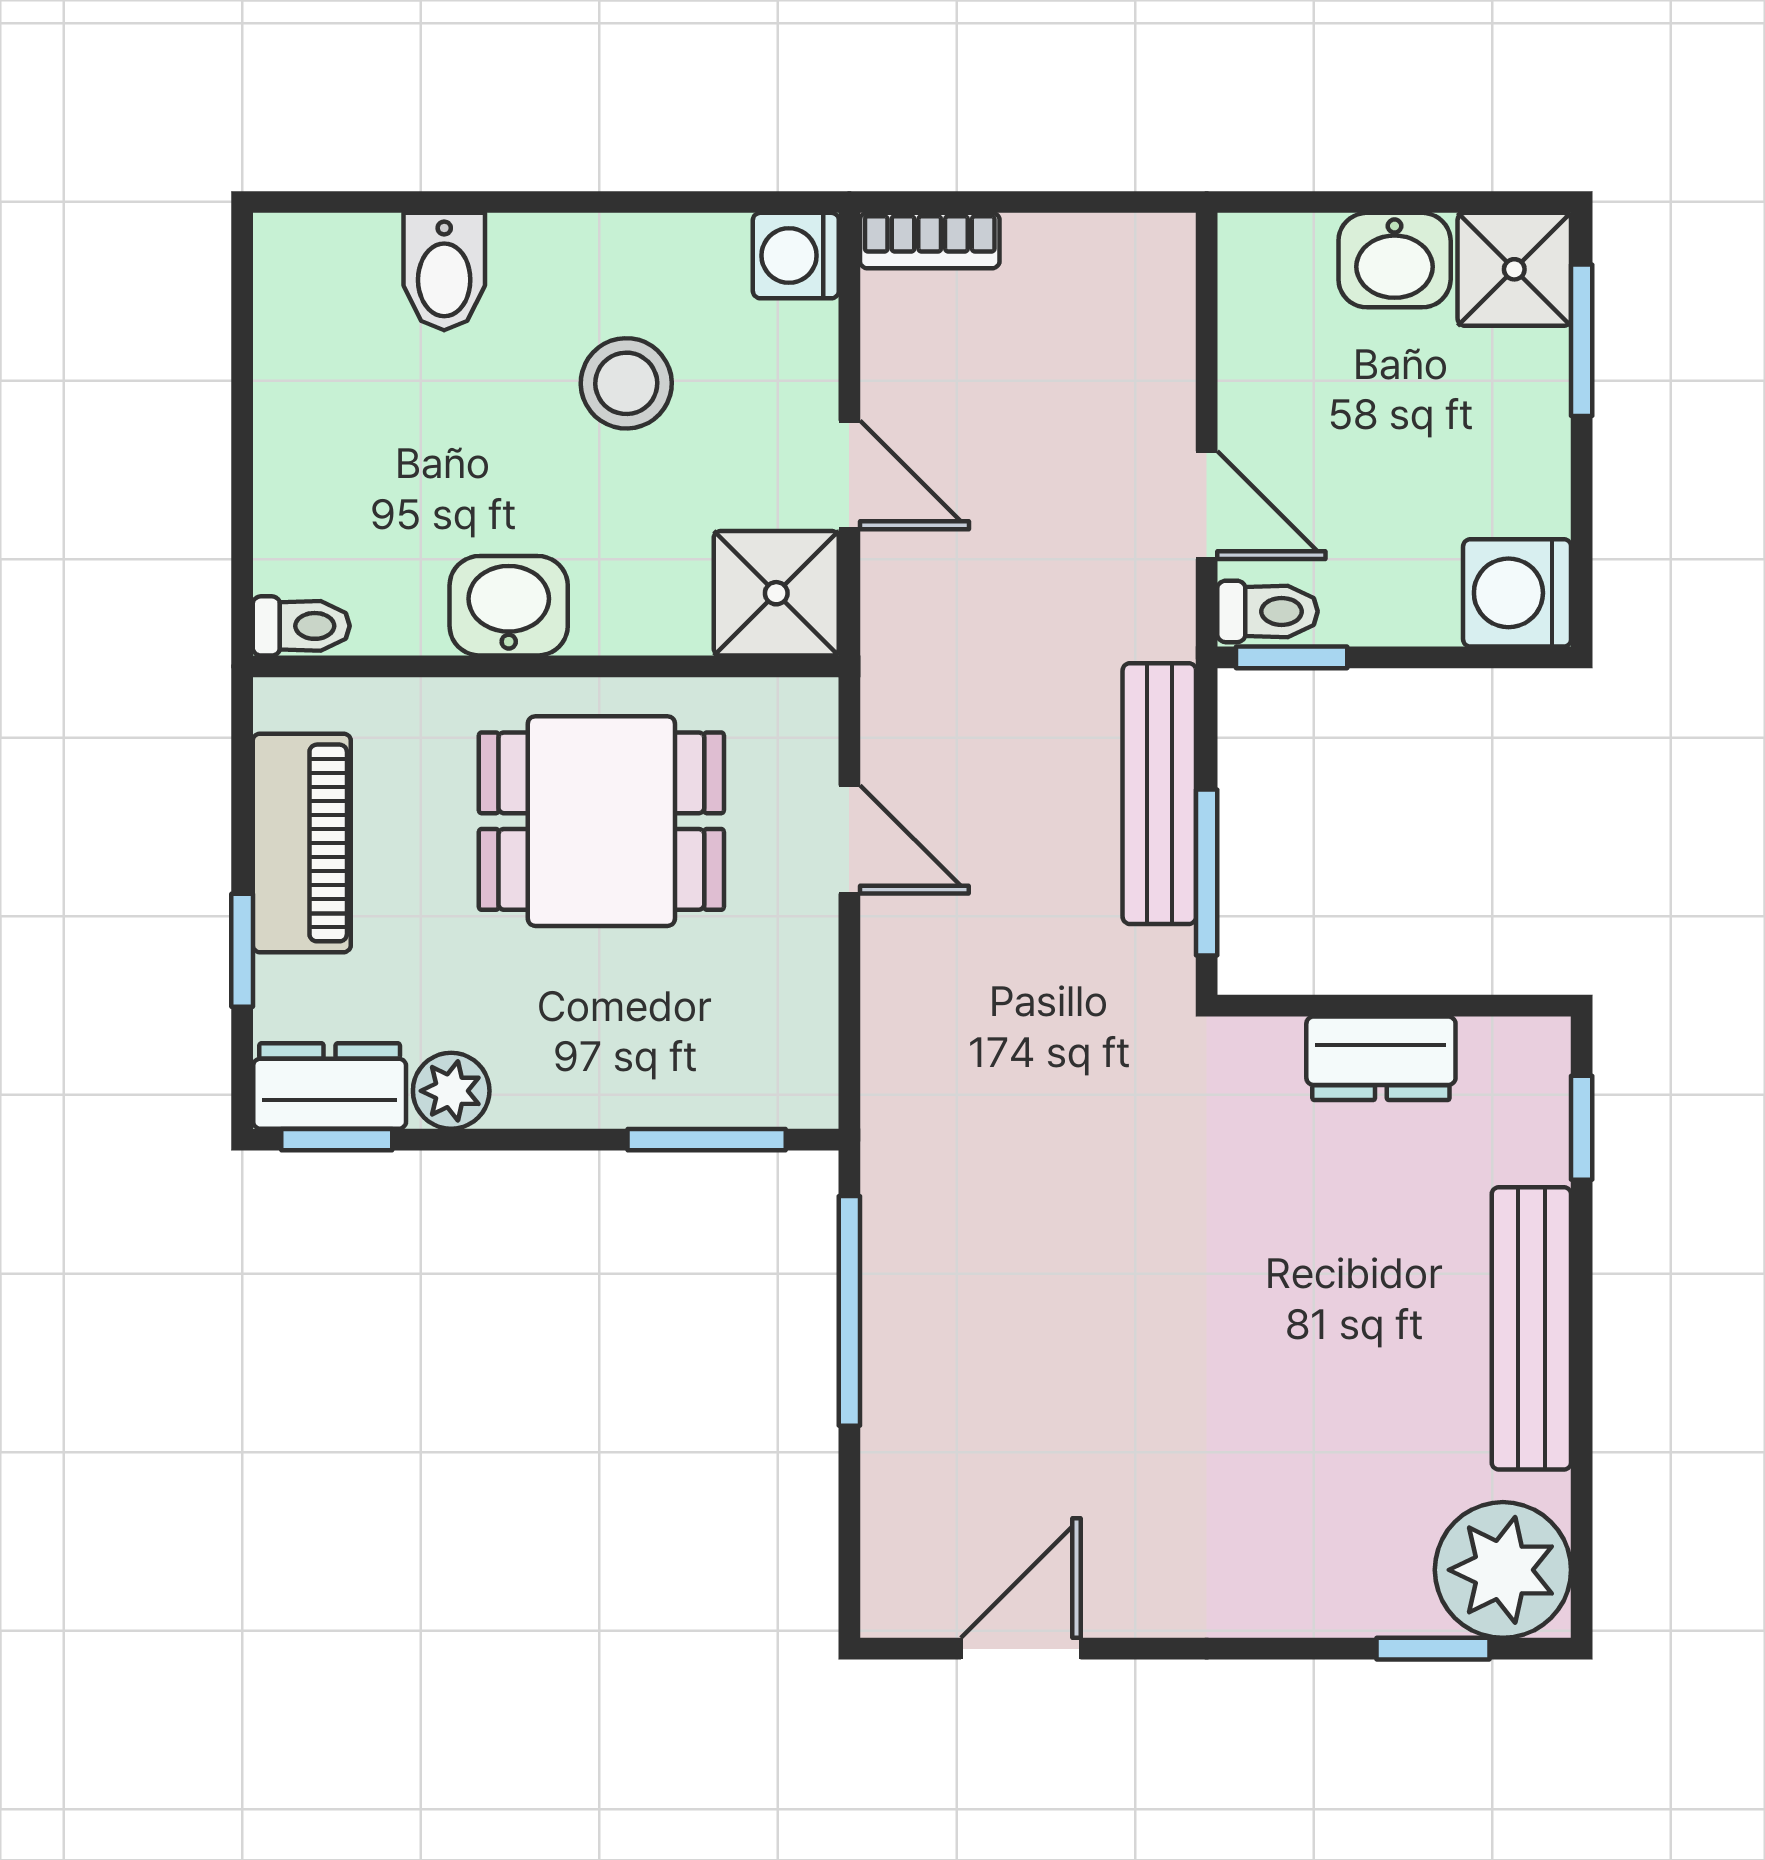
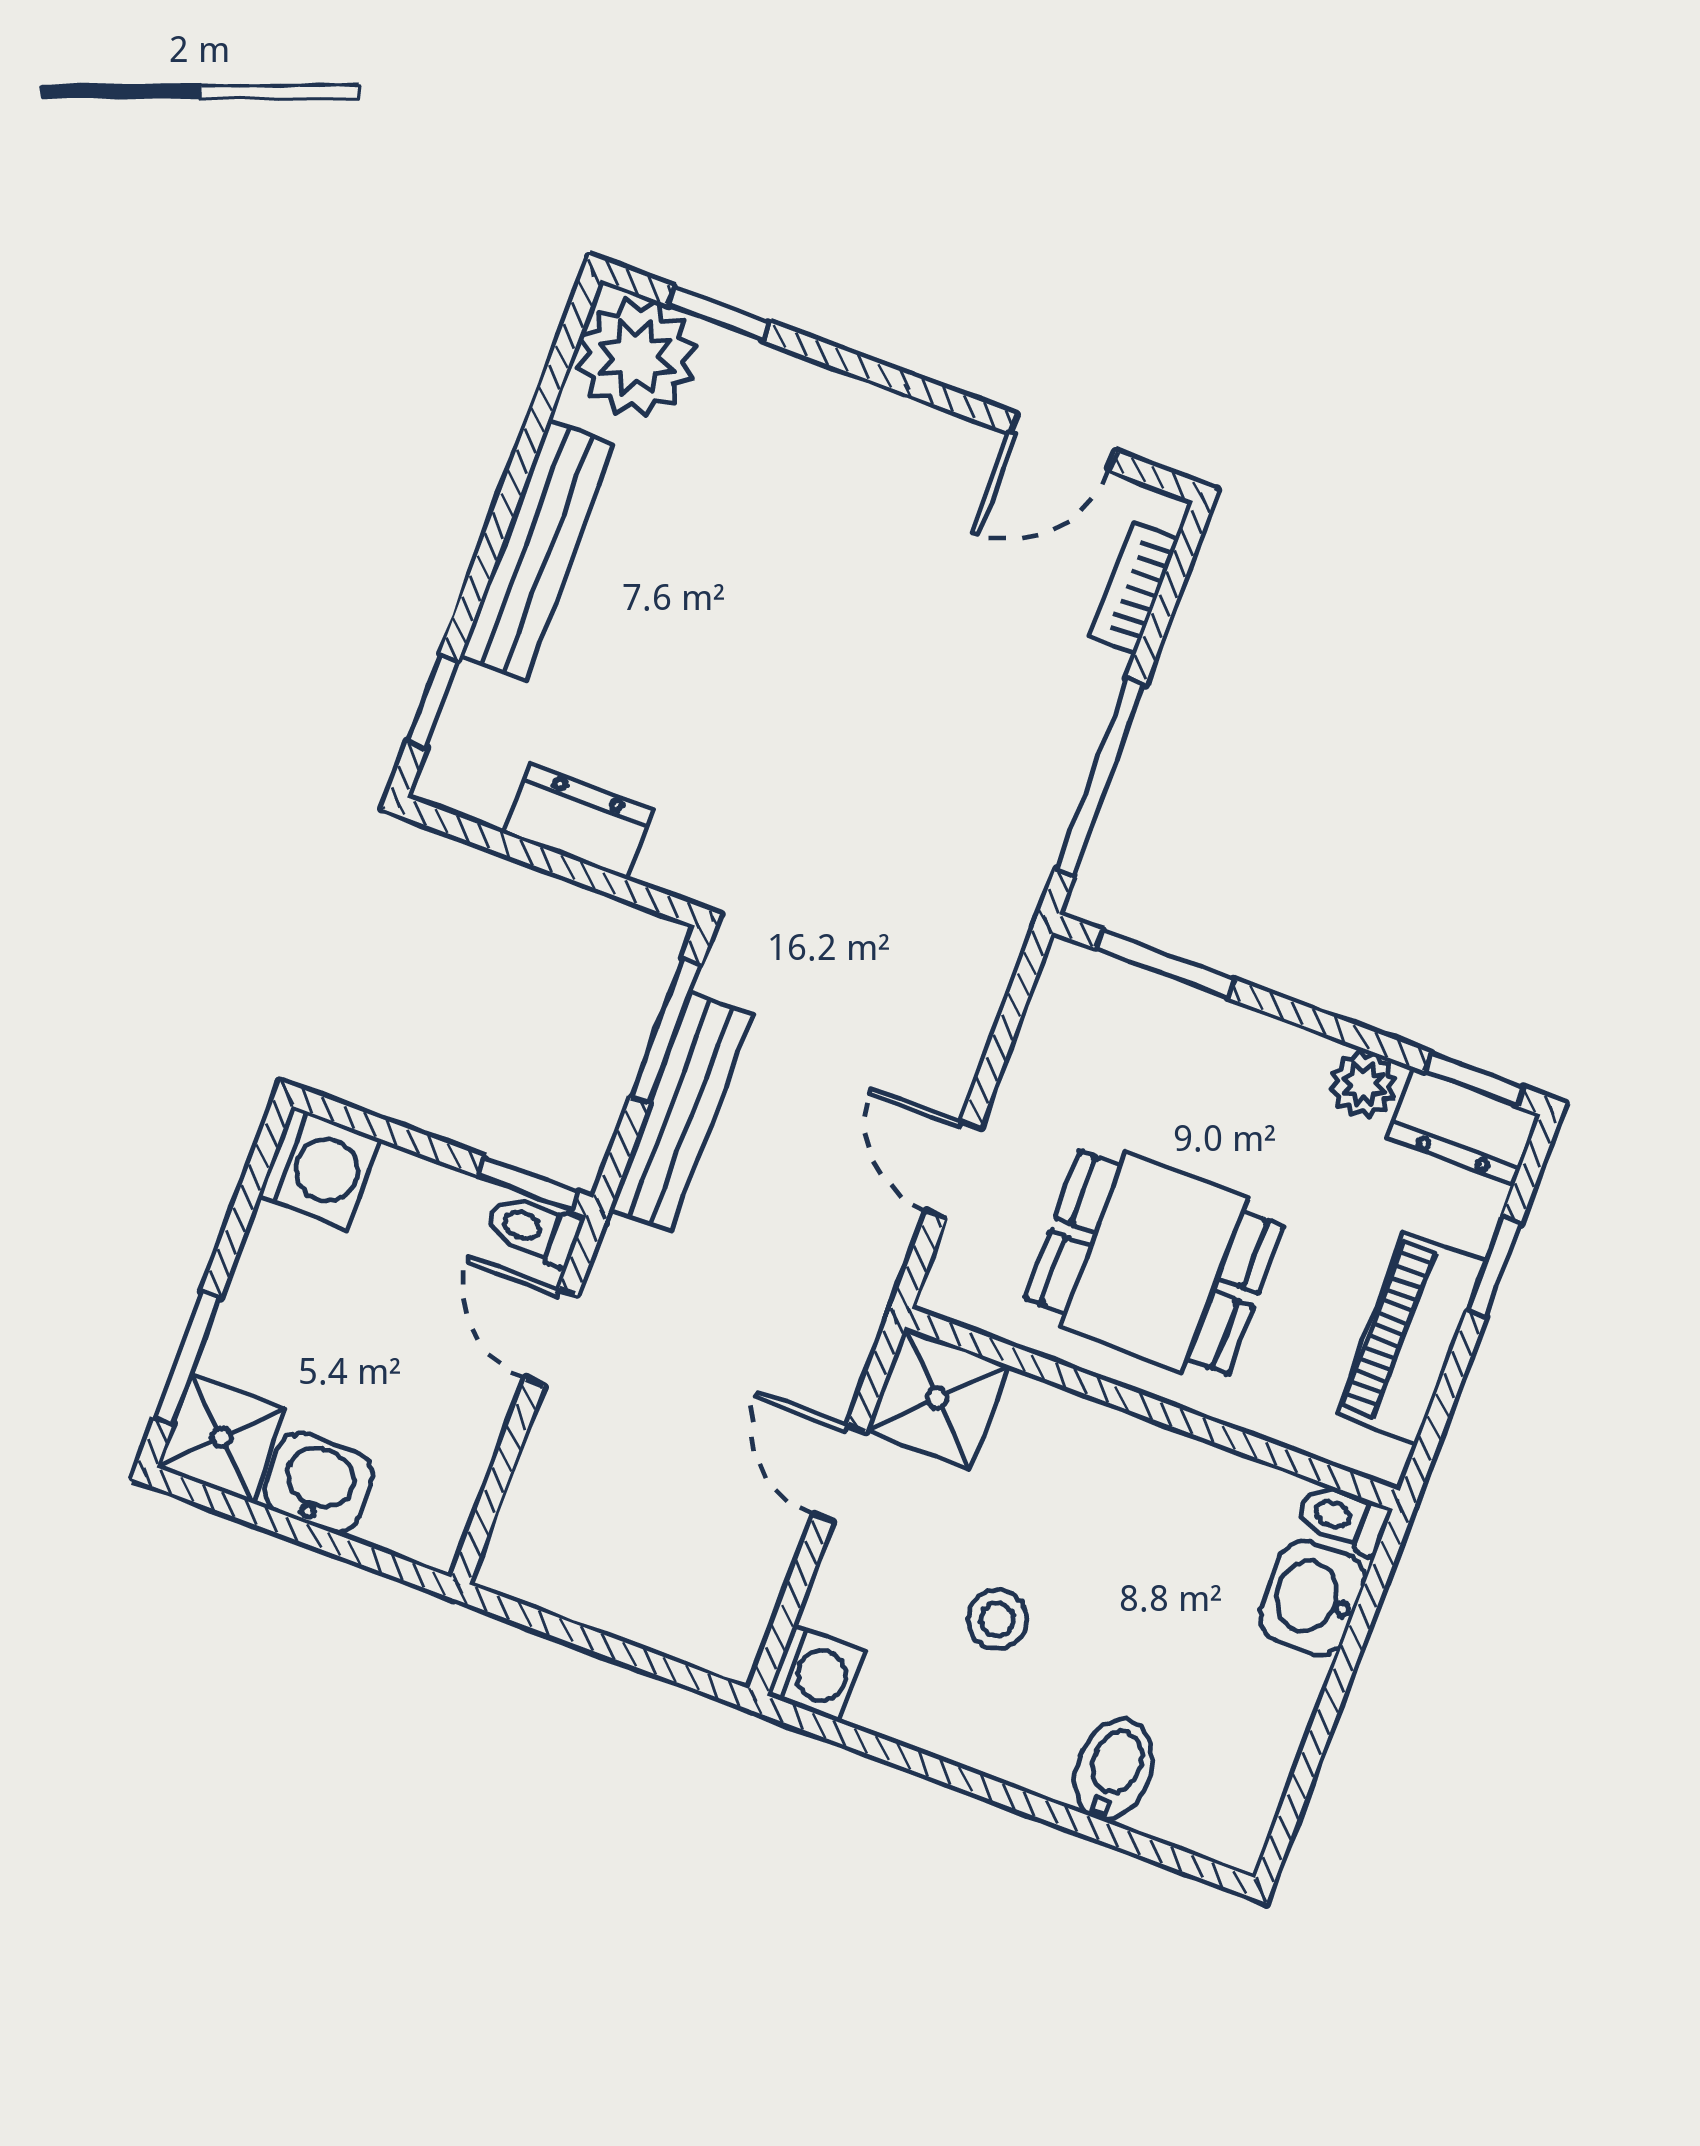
bookcase: (930, 241) -> (1134, 588), moved, turned -90
stool: (626, 383) -> (997, 1620), width x0.73, depth x0.73
washbasin: (509, 606) -> (1312, 1598), moved, turned 90

